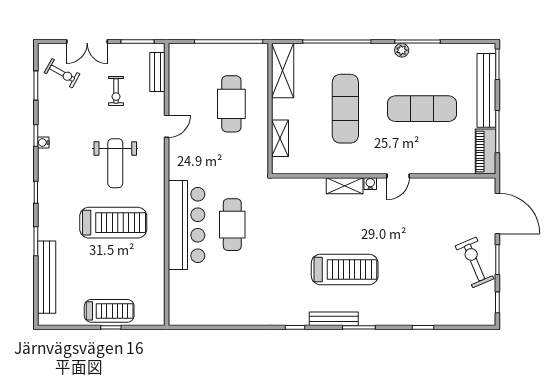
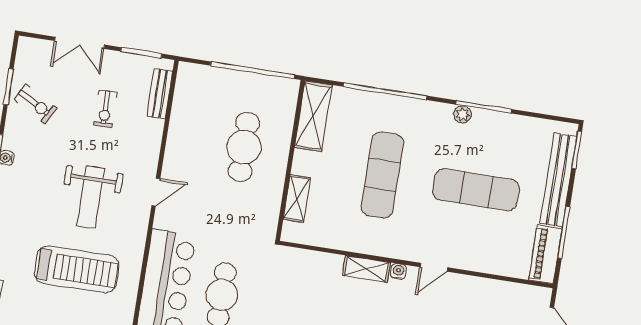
exercise bike: (62, 73) -> (35, 104), moved
door: (167, 126) -> (156, 192), moved

